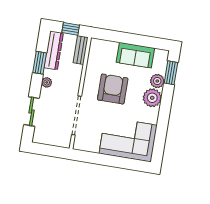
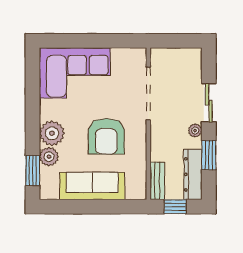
sofa: (135, 55) -> (92, 186), width x1.36
sliding door: (32, 111) -> (209, 103), moved

